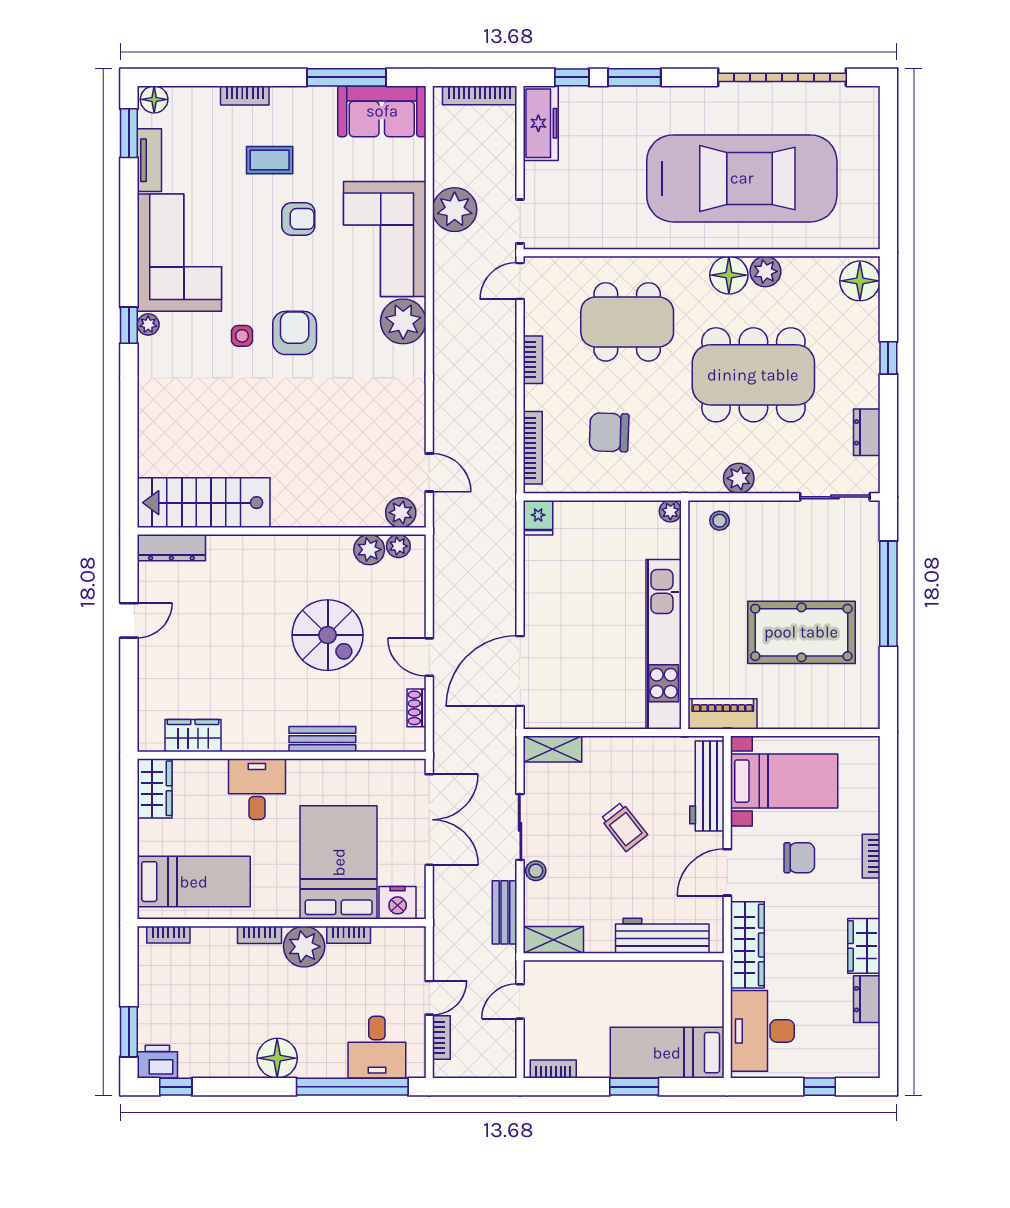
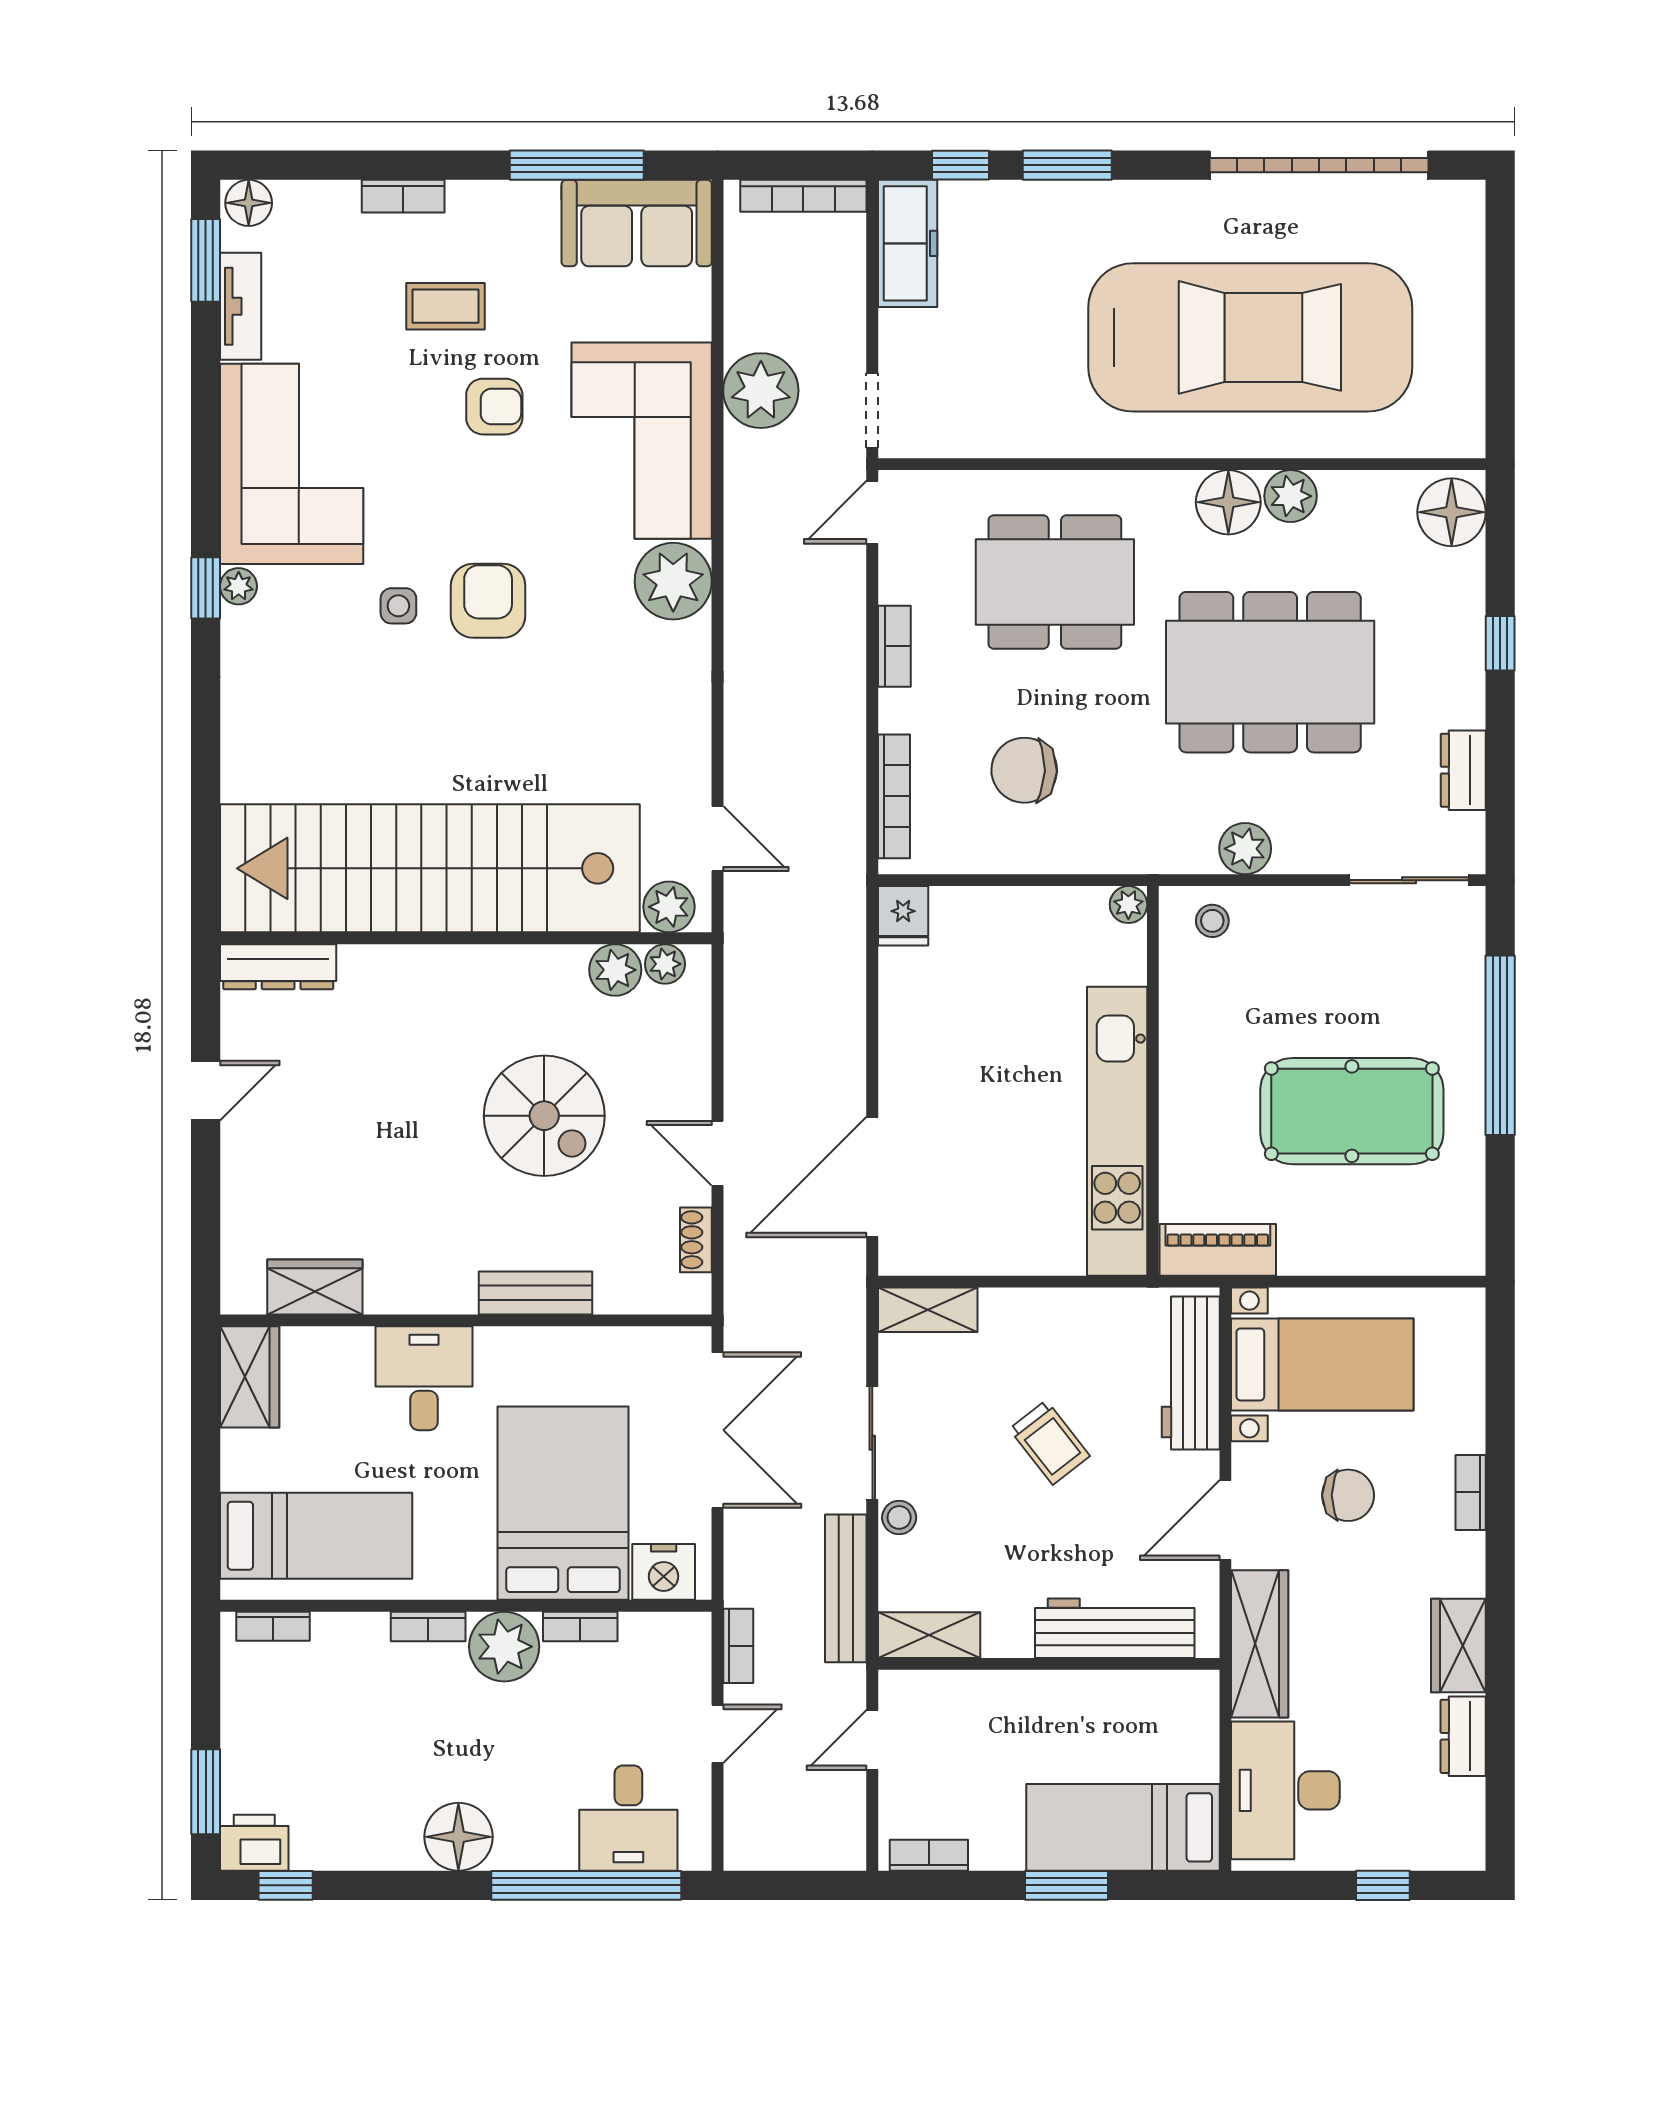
stairs: (204, 503) -> (430, 868), width x1.86, depth x1.51
bench: (504, 912) -> (846, 1588), width x1.36
bookcase: (441, 1038) -> (738, 1646), moved

